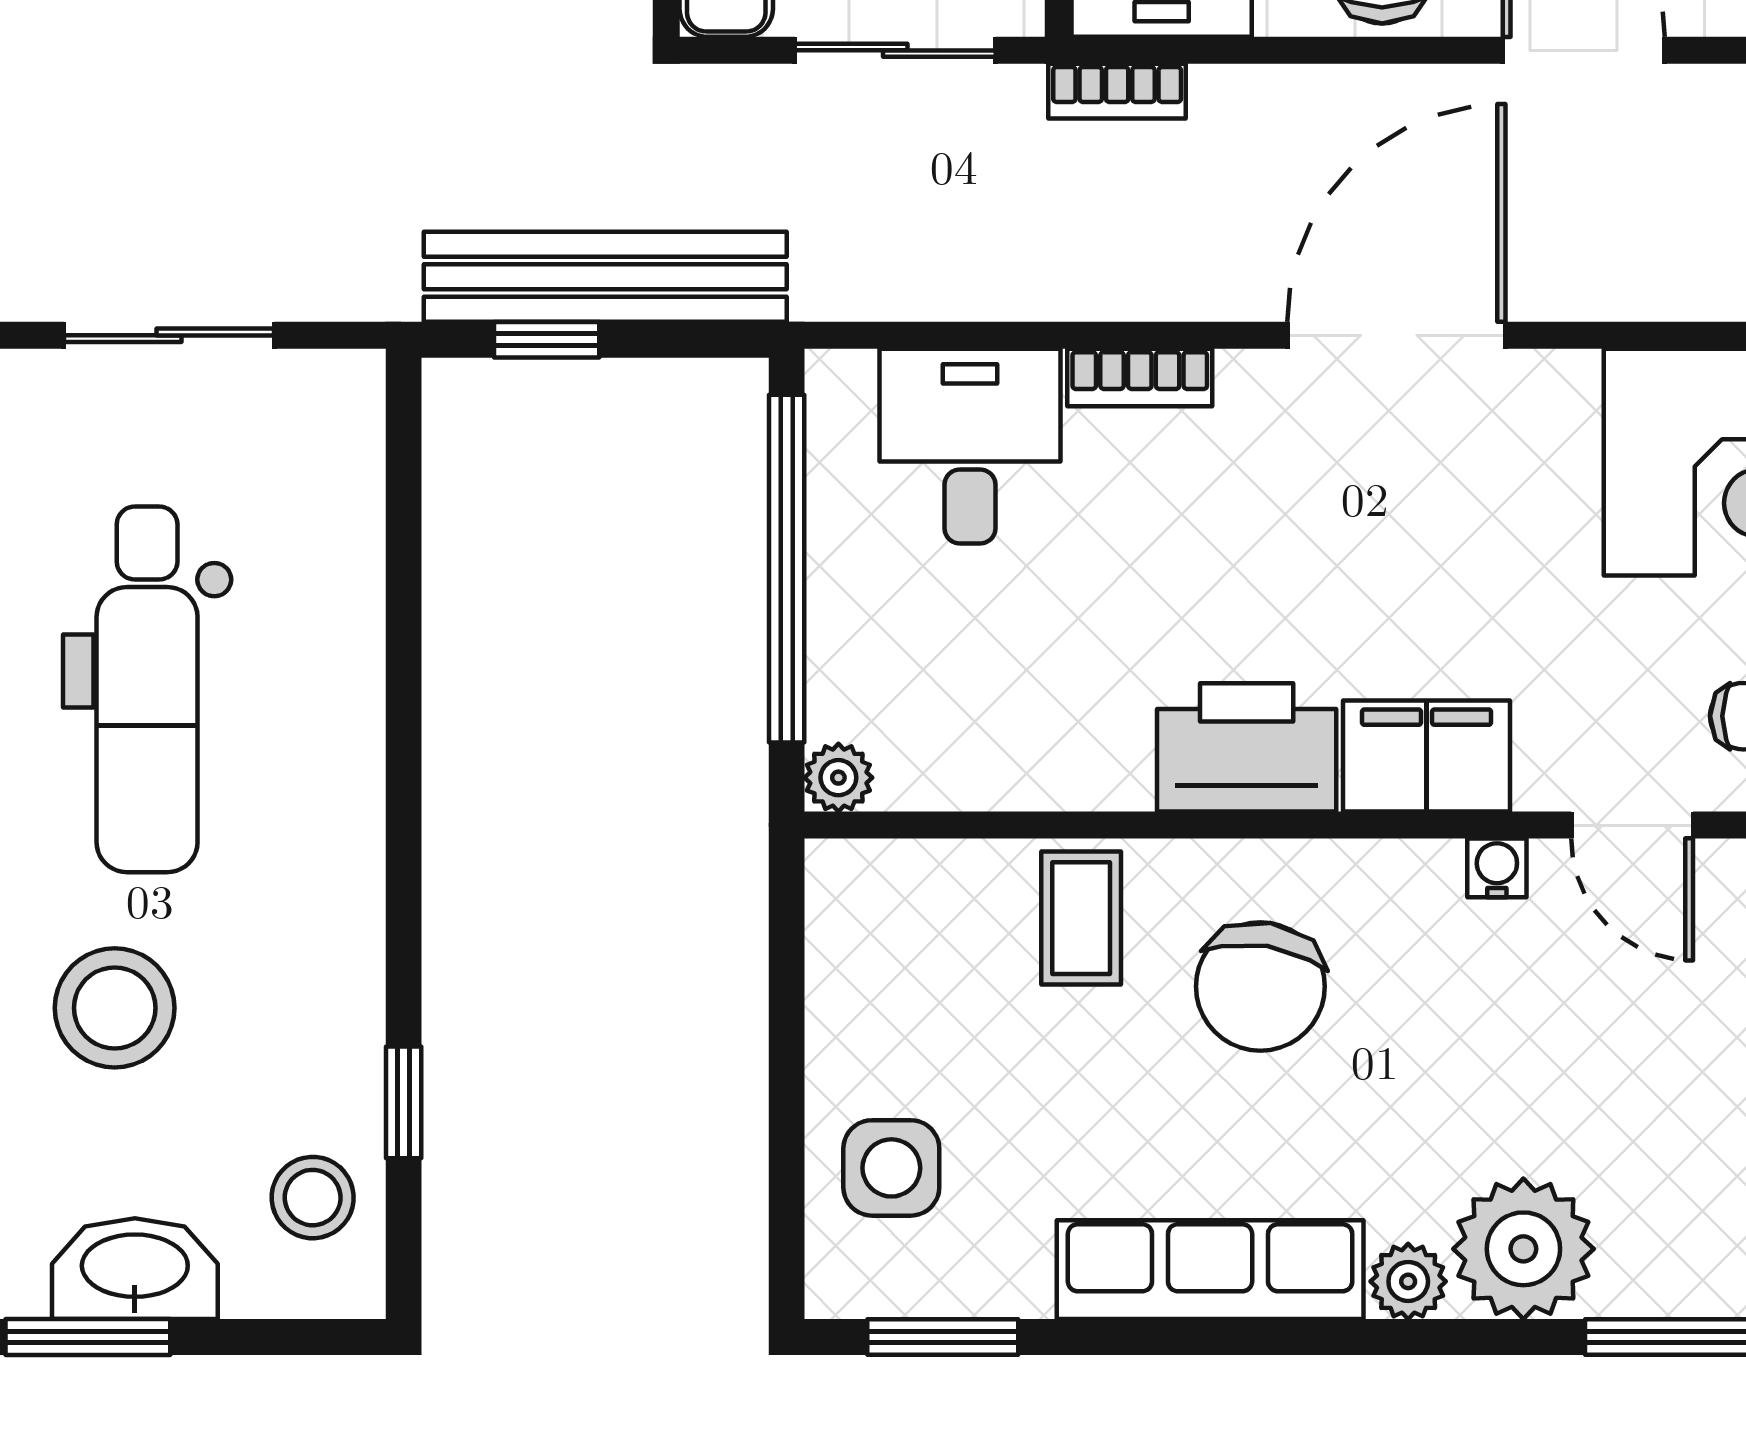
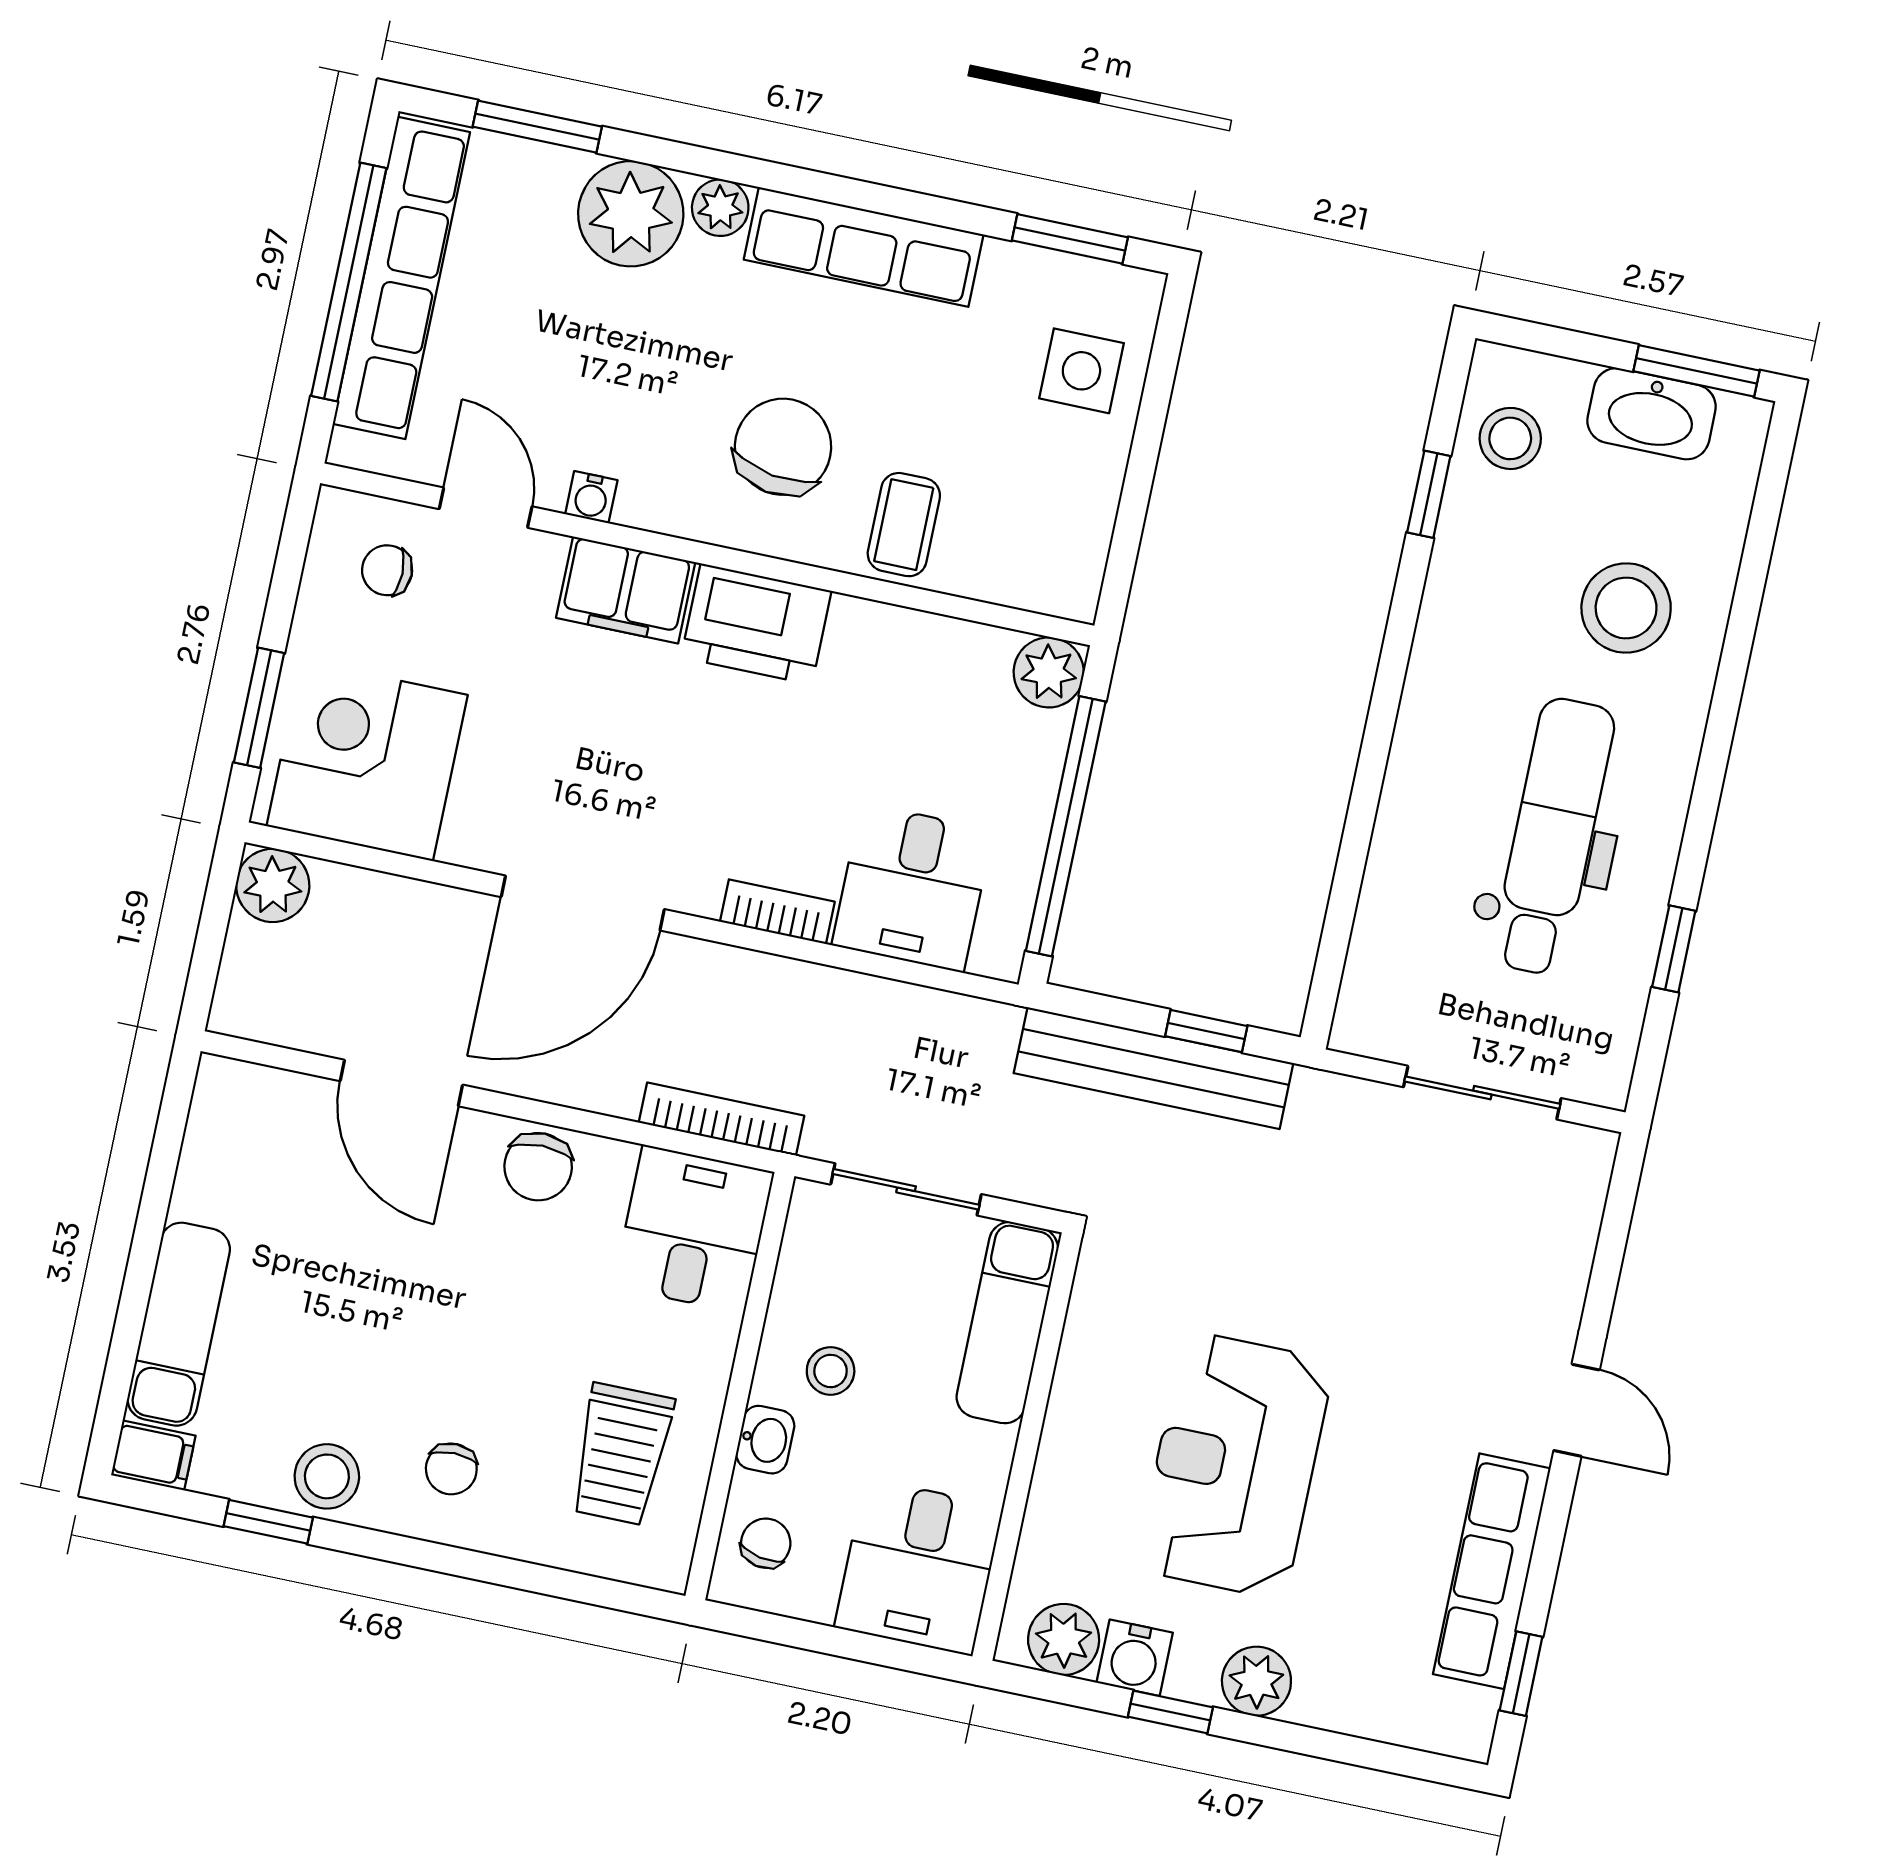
bookcase: (1117, 91) -> (721, 1119), width x1.56
plant: (838, 778) -> (1049, 672), width x1.38, depth x1.38

